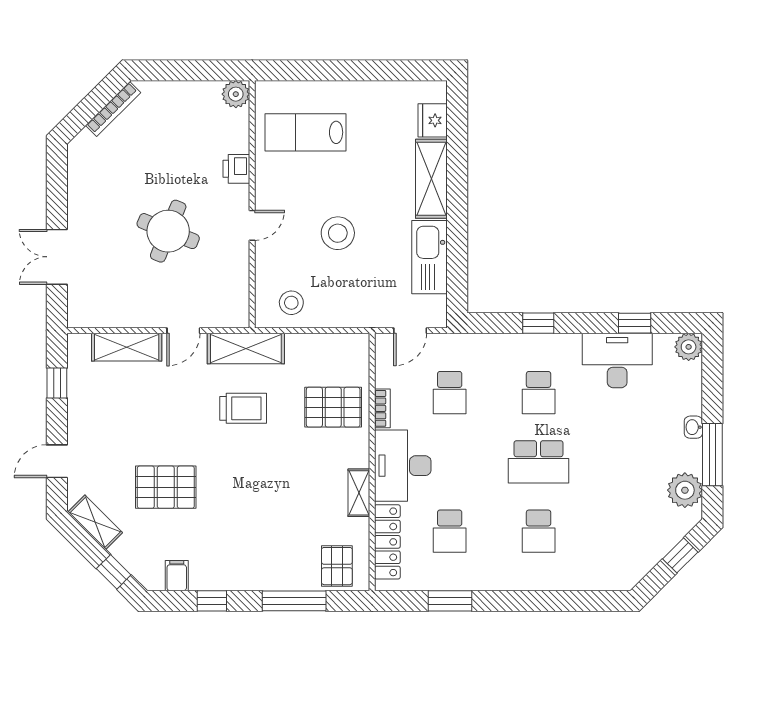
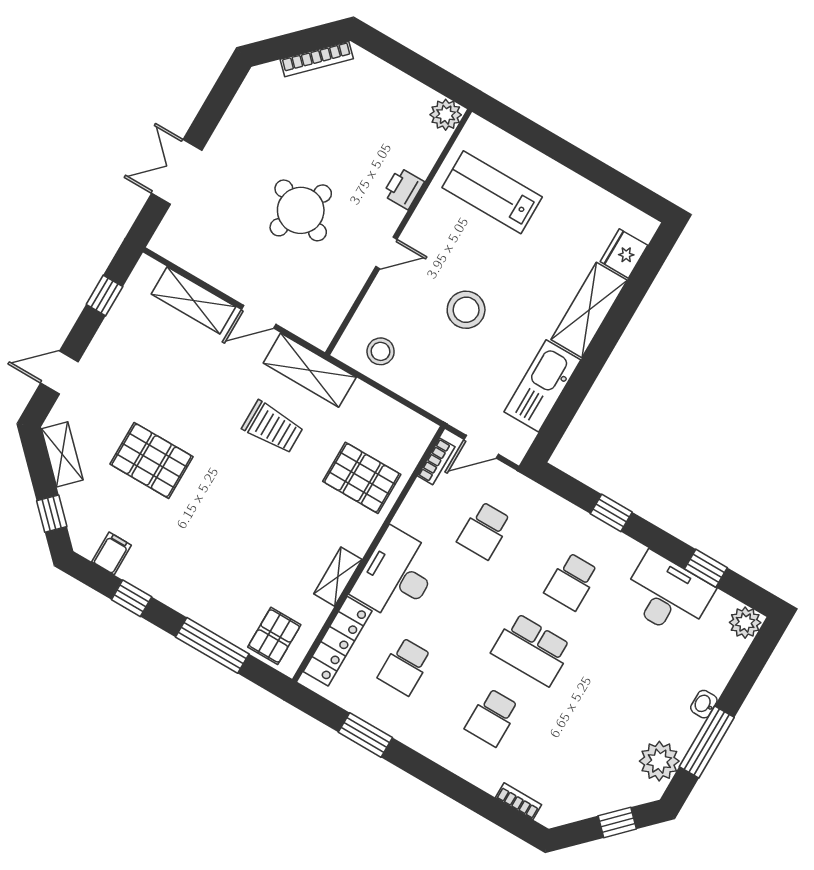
bookcase: (382, 408) -> (436, 461), moved
bookcase: (596, 583) -> (518, 801), added

